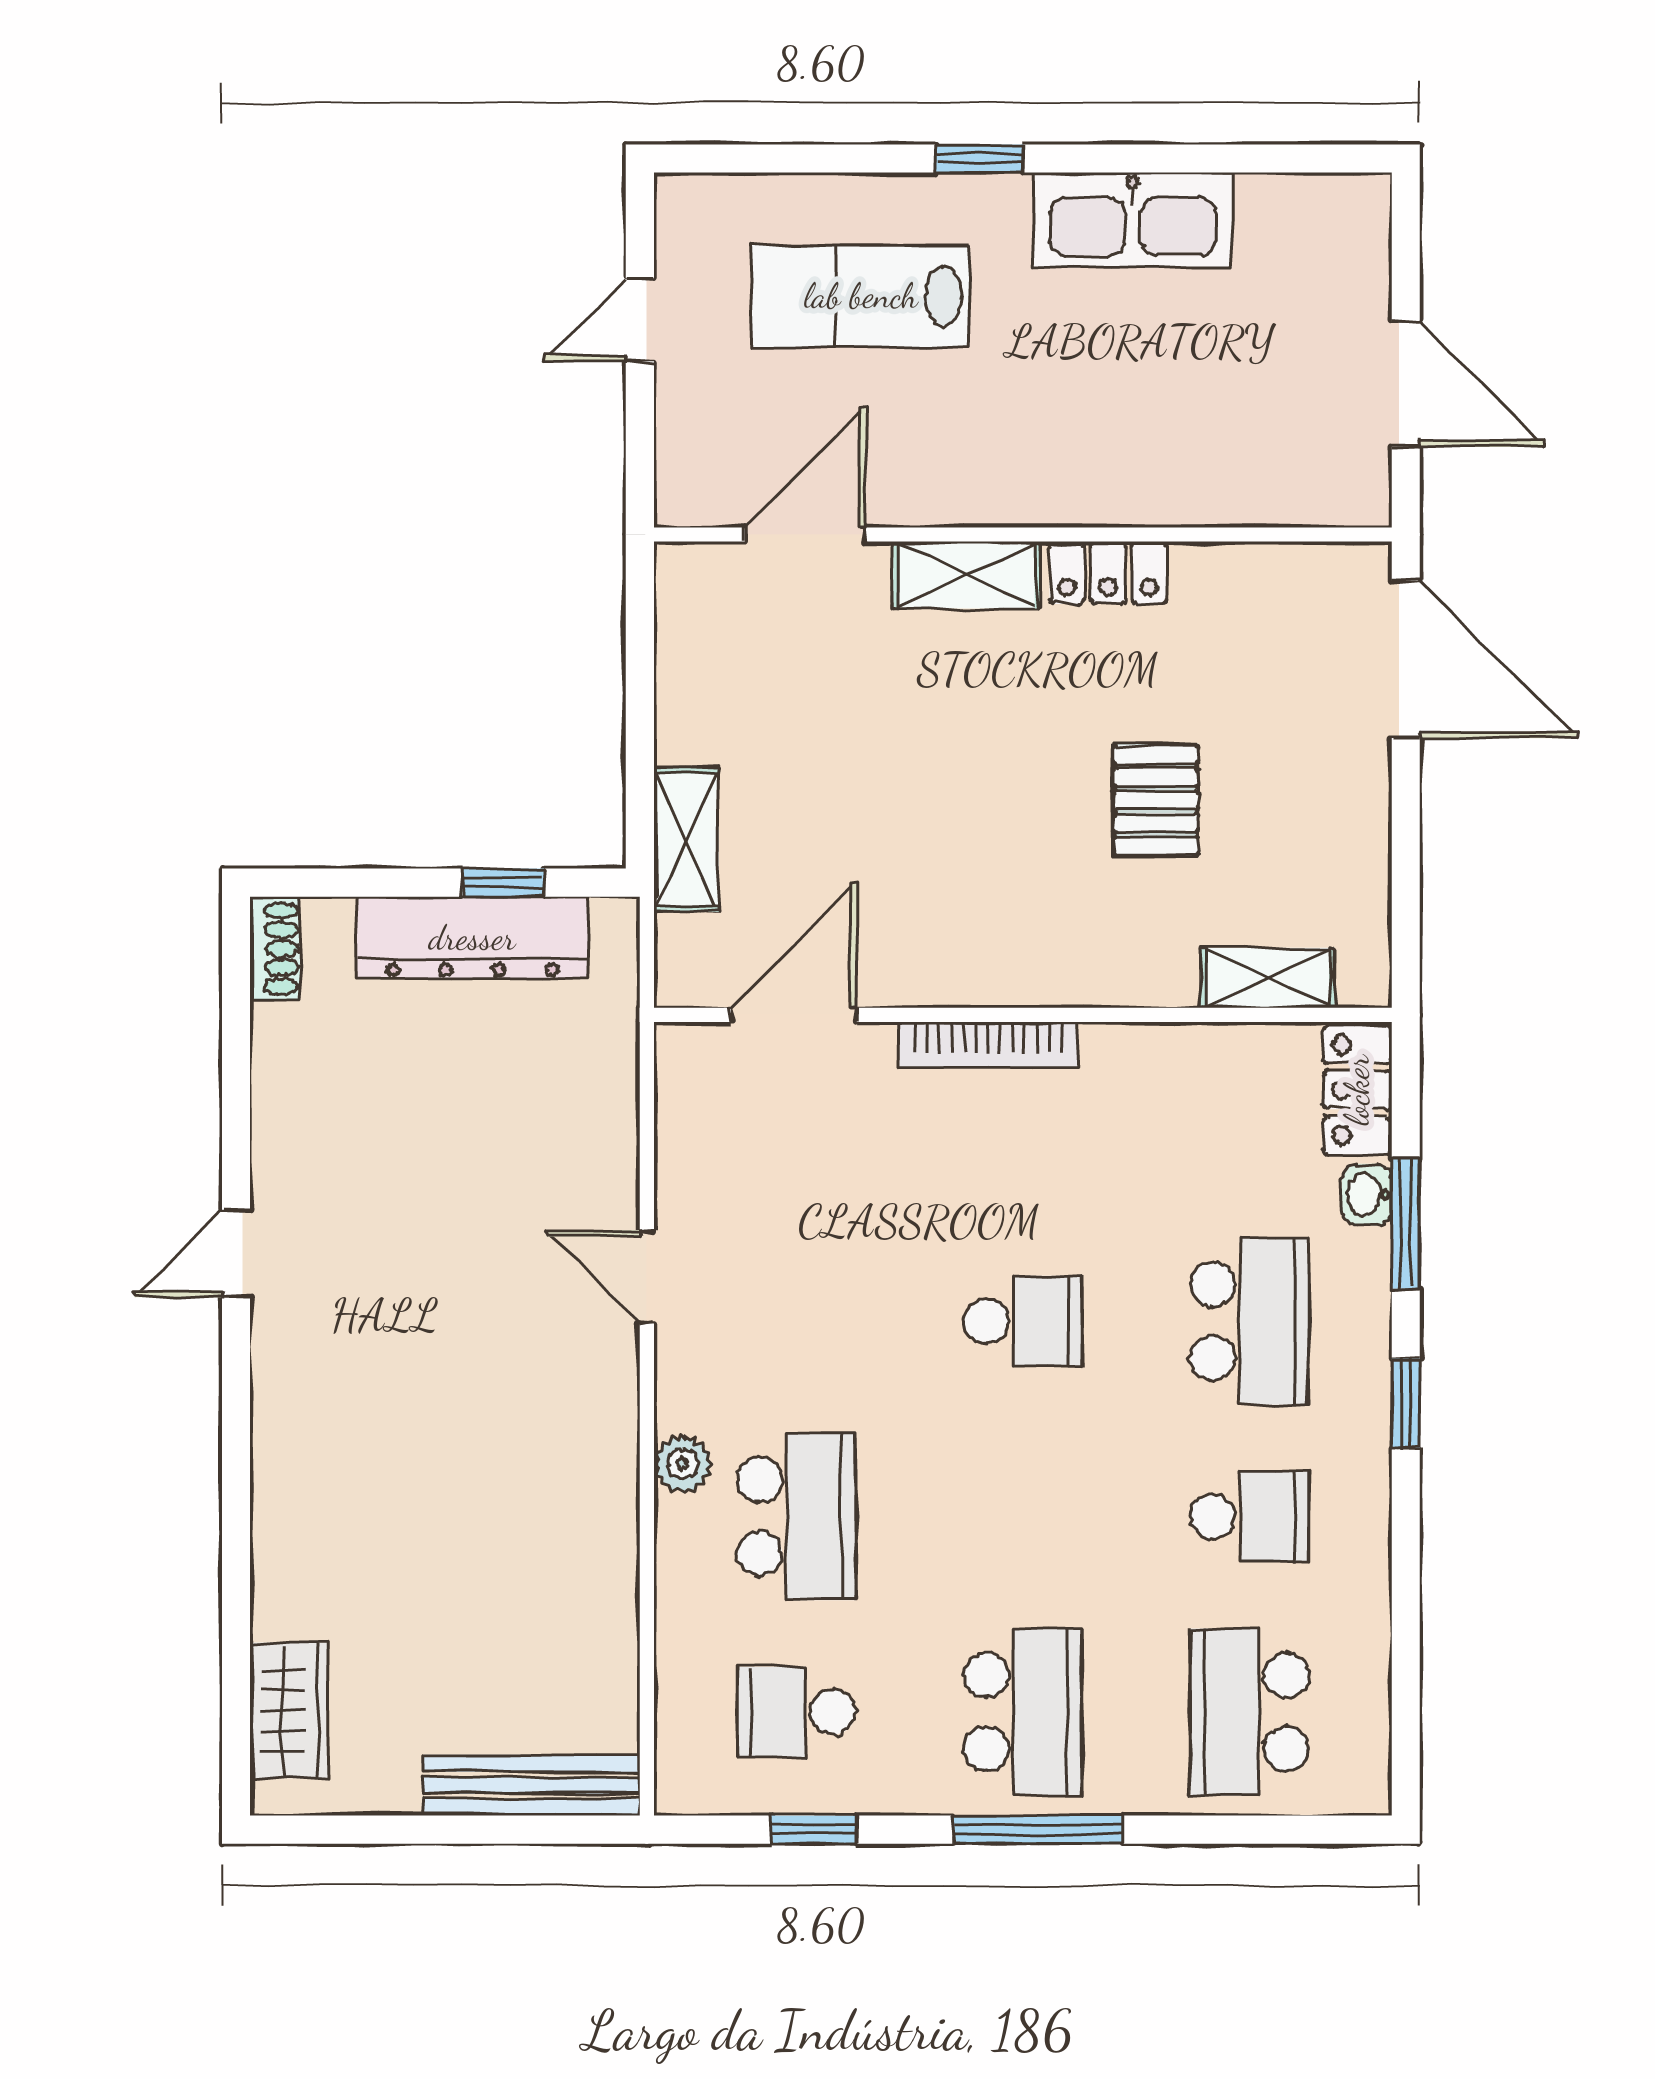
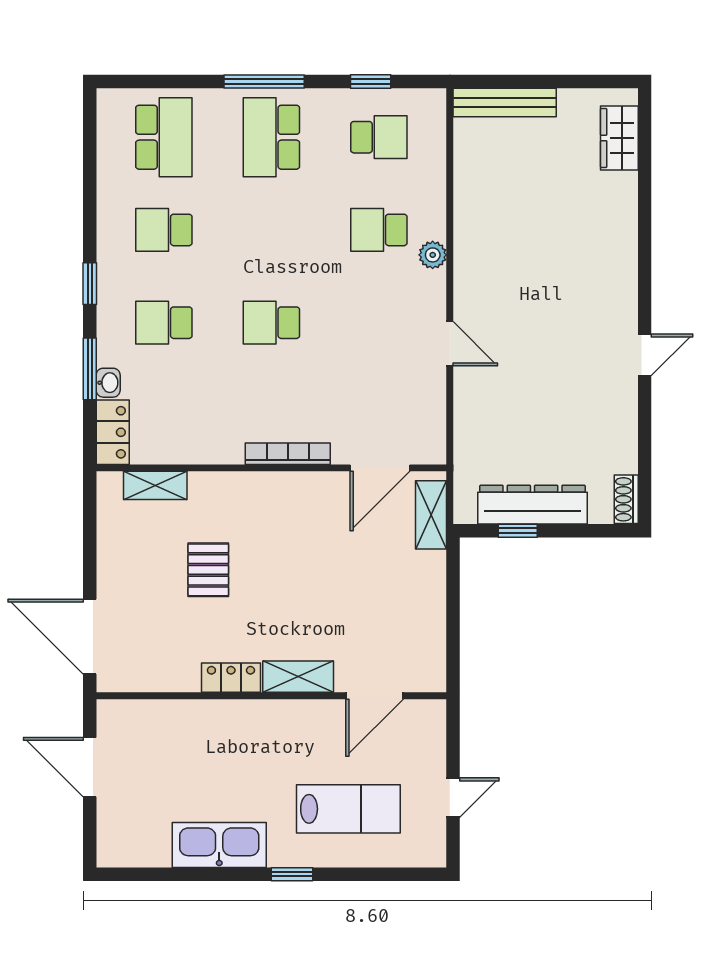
shelving: (686, 840) -> (431, 515), moved
school desk: (1249, 1321) -> (164, 323), width x0.54
school desk: (796, 1517) -> (379, 230), width x0.54

